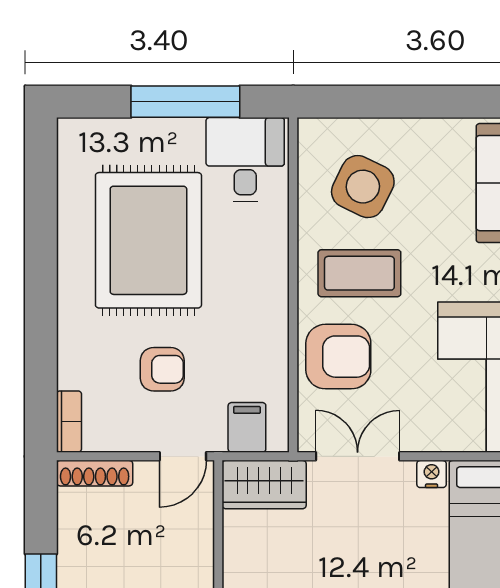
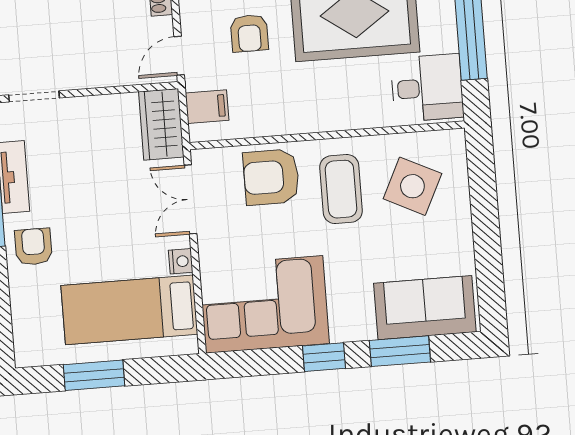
armchair: (338, 357) -> (271, 177), turned 90
door: (183, 456) -> (179, 56), hinge flipped
double door: (358, 456) -> (190, 199), swing flipped

